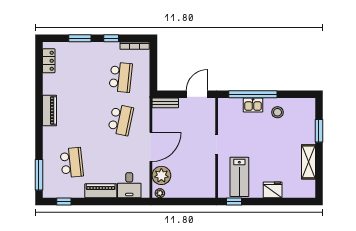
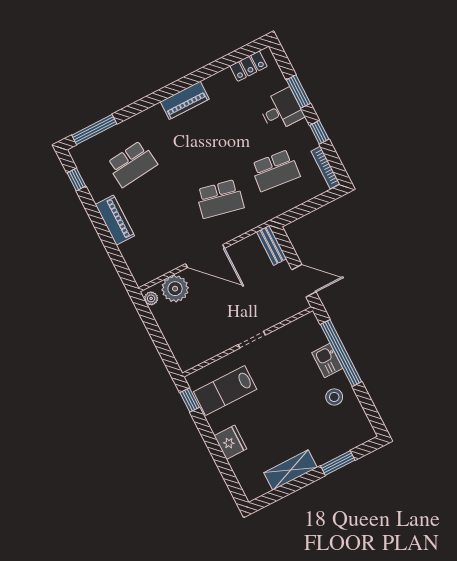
desk: (129, 185) -> (281, 110), moved, turned 180

